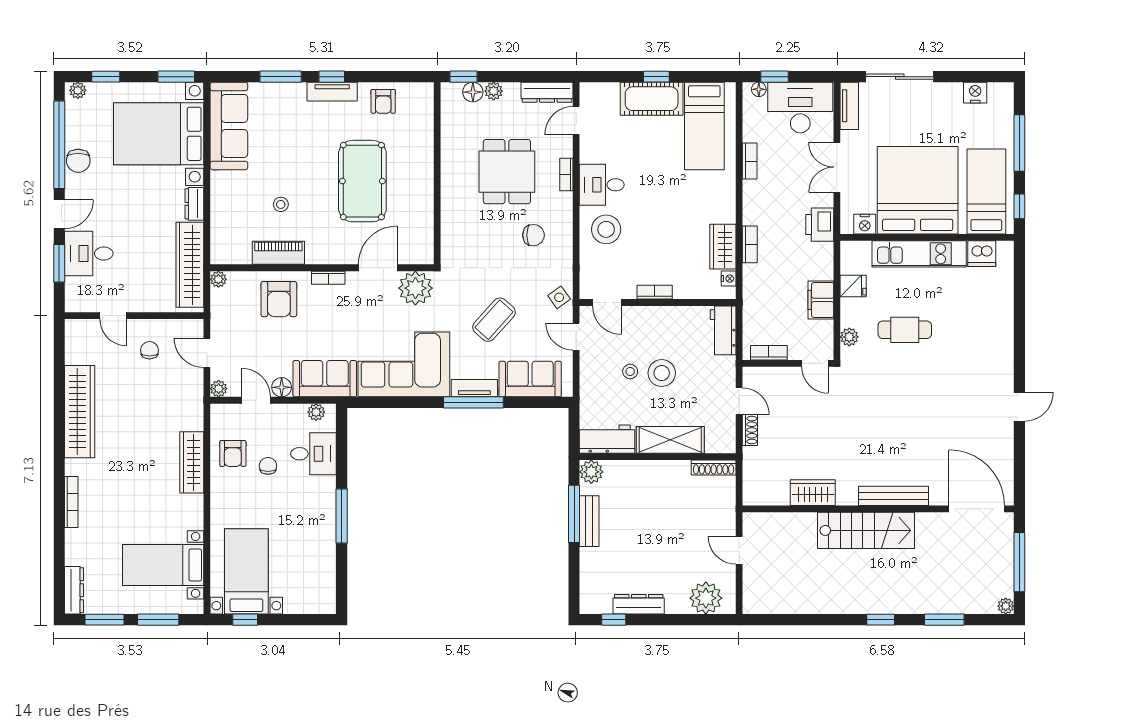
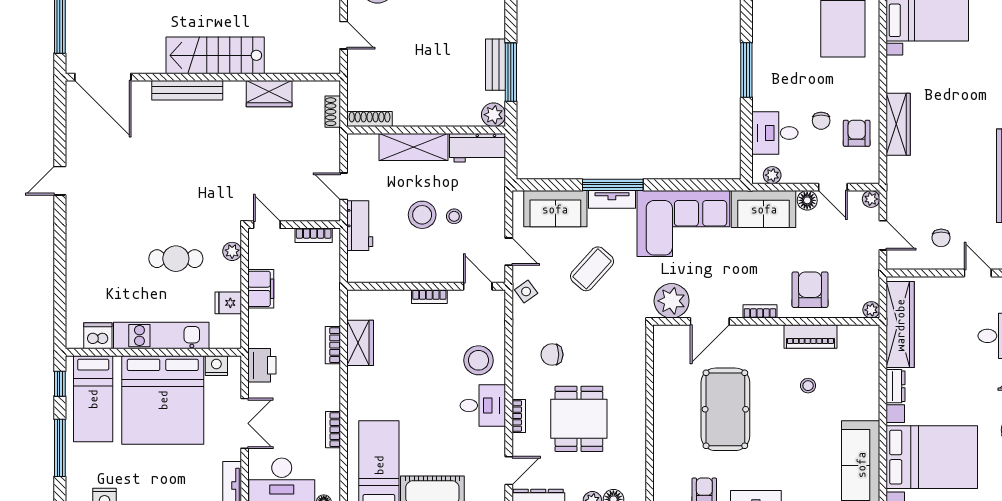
nightstand: (729, 279) -> (354, 311), removed
workbench: (723, 330) -> (360, 226), moved
shoe rack: (750, 430) -> (333, 112), moved

